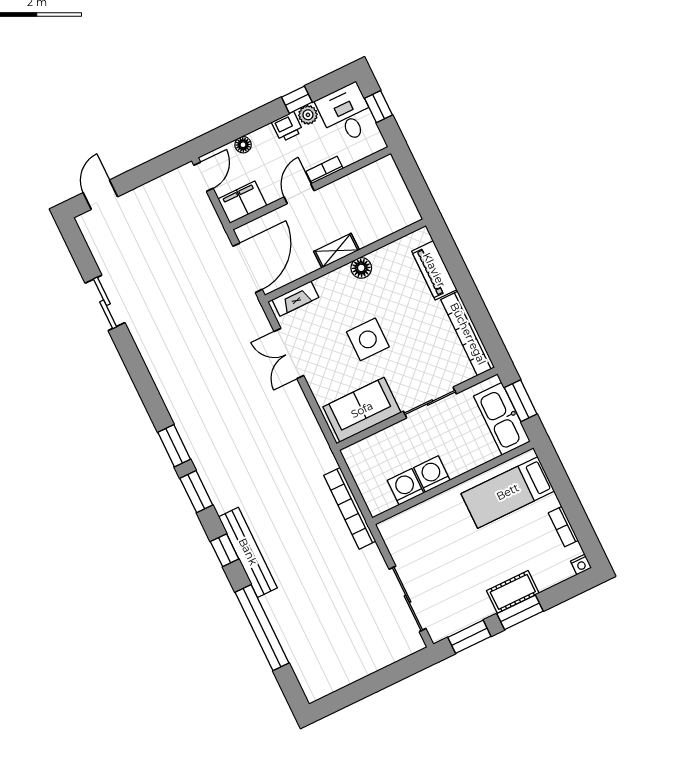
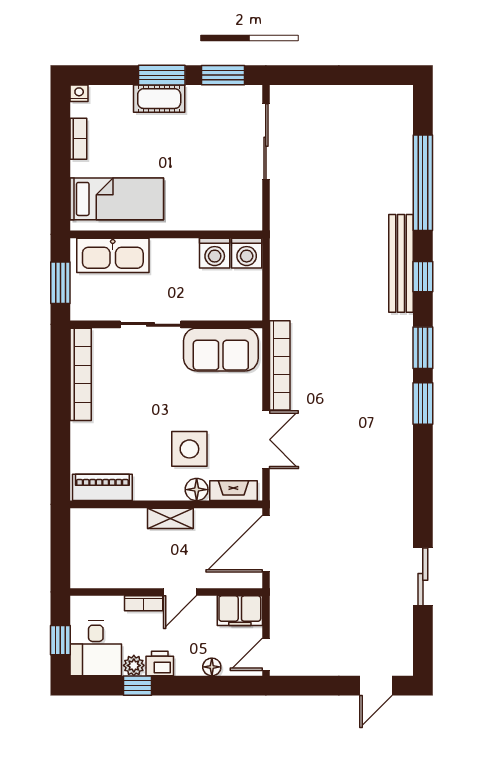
floor lamp: (361, 268) -> (197, 490), moved
piano: (434, 270) -> (102, 487), moved, turned -90
side table: (368, 339) -> (189, 449), moved
kitchen sink: (502, 419) -> (113, 255), moved, turned 90
washing machine: (432, 474) -> (247, 253), moved
bookcase: (350, 508) -> (280, 365), moved

